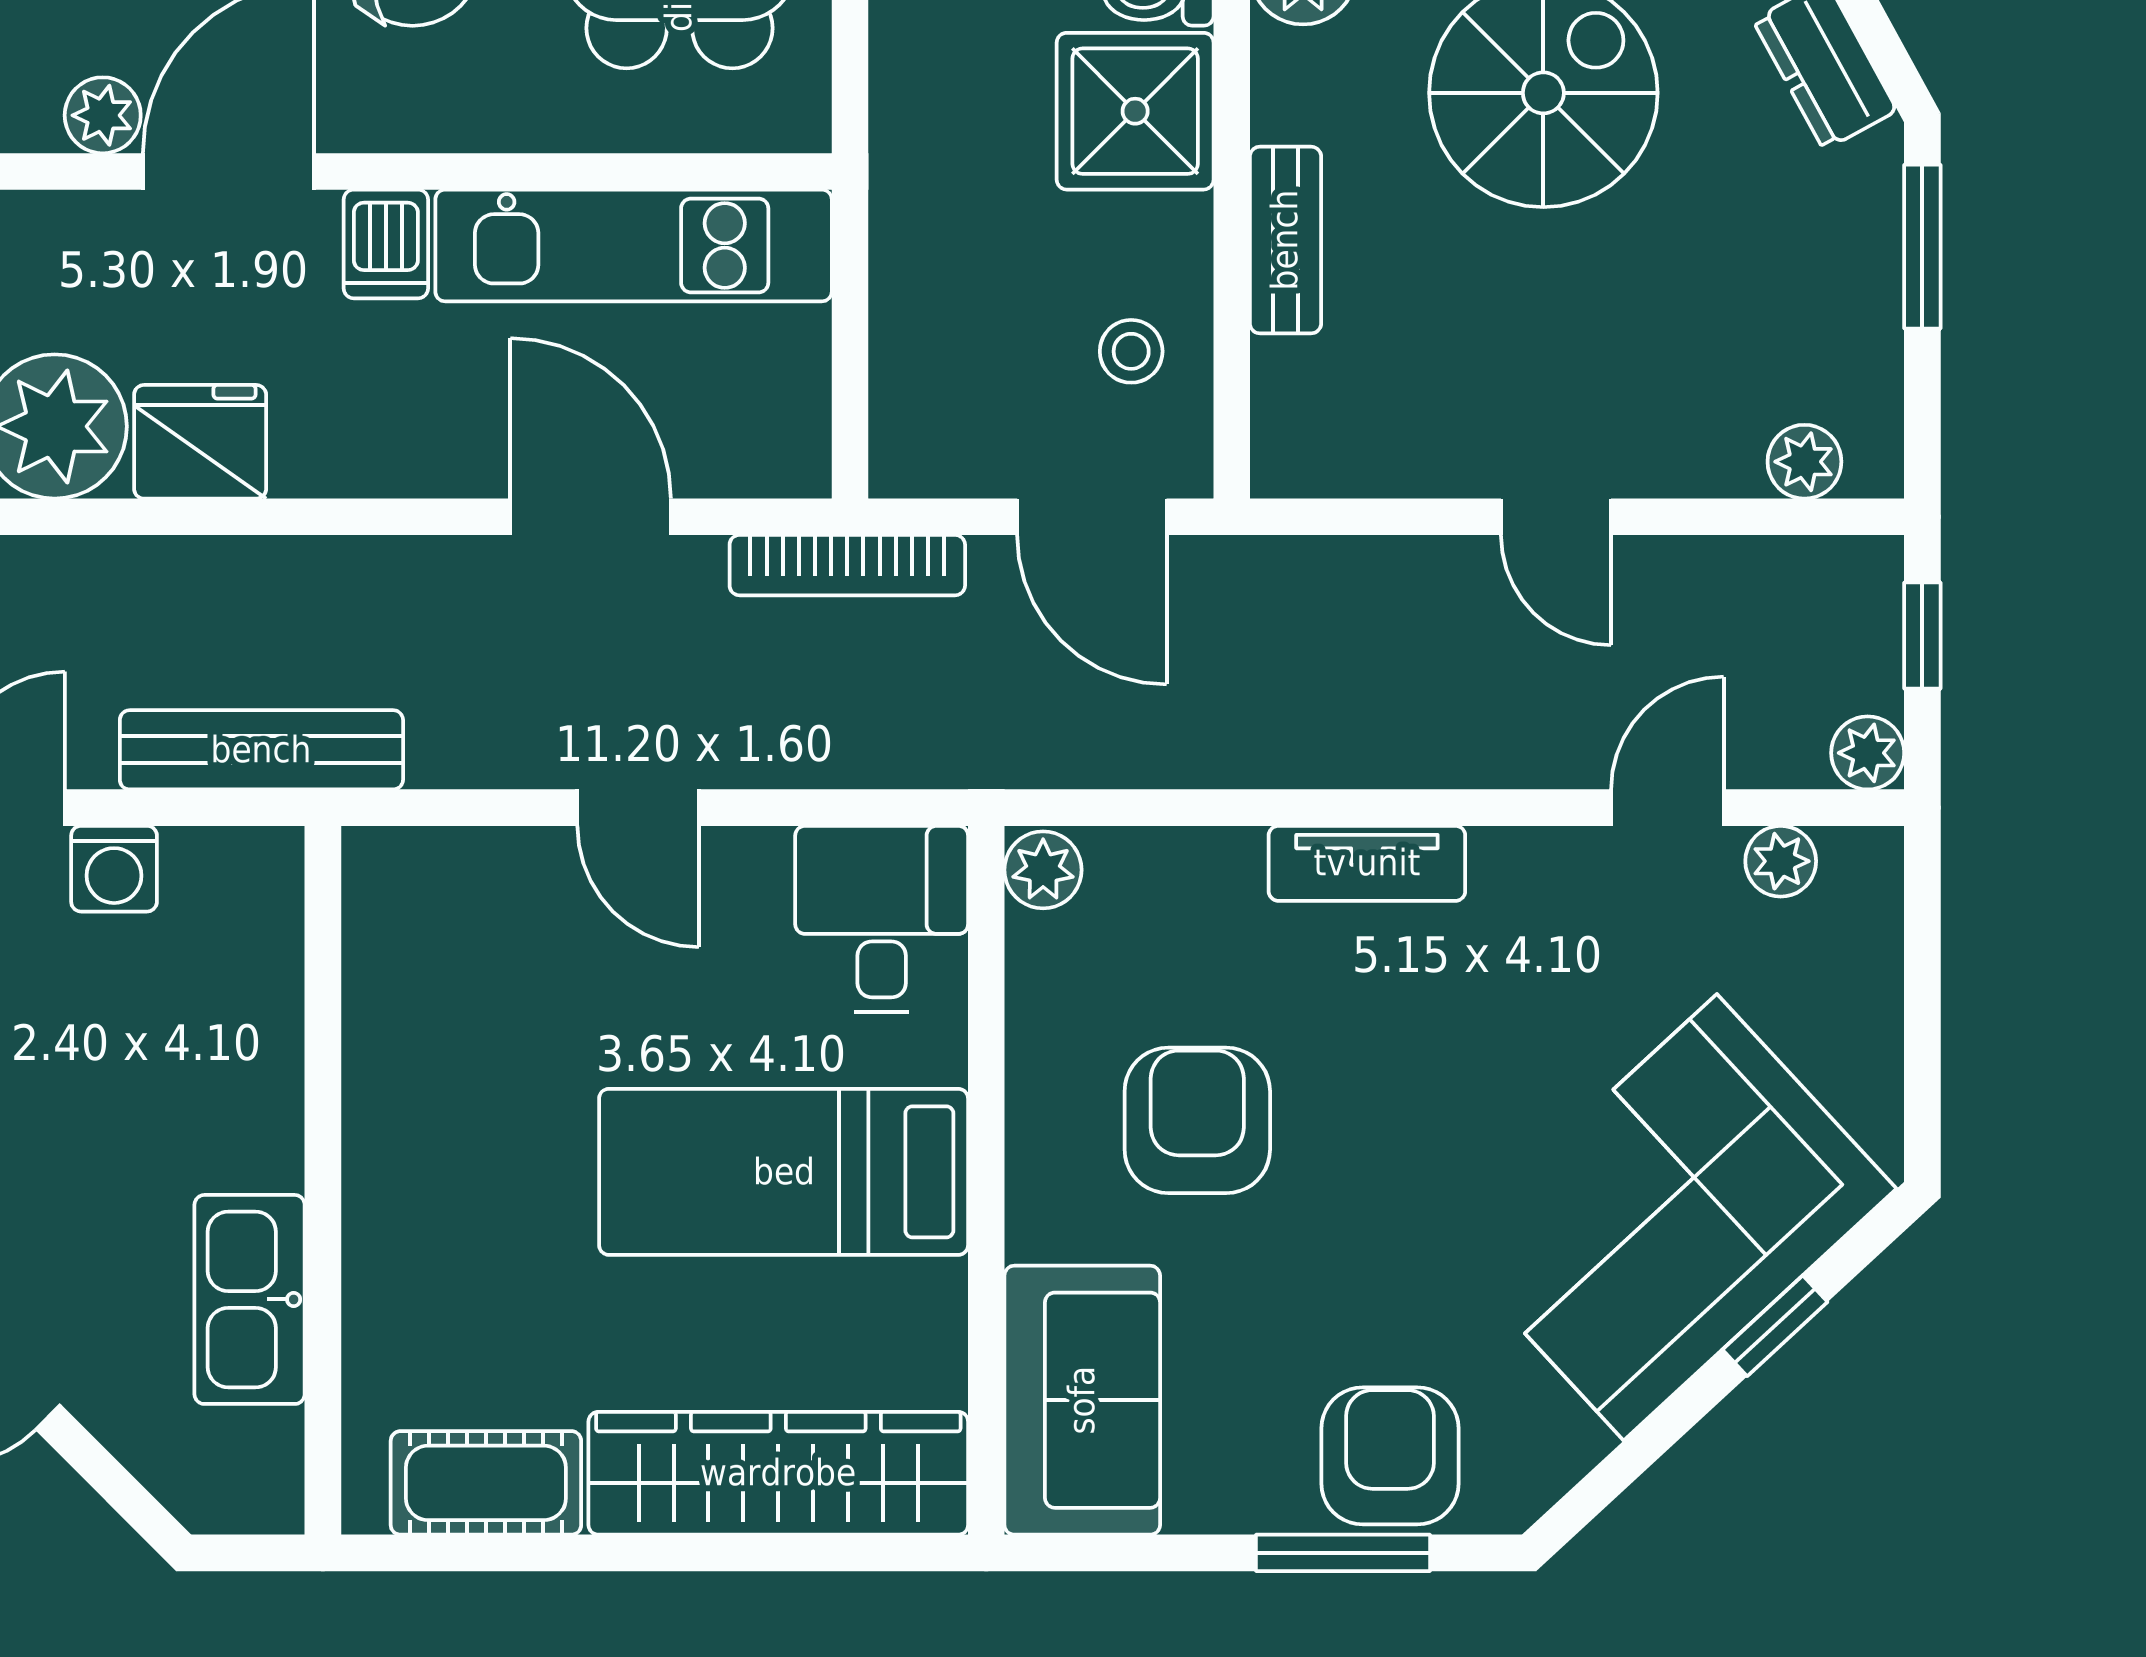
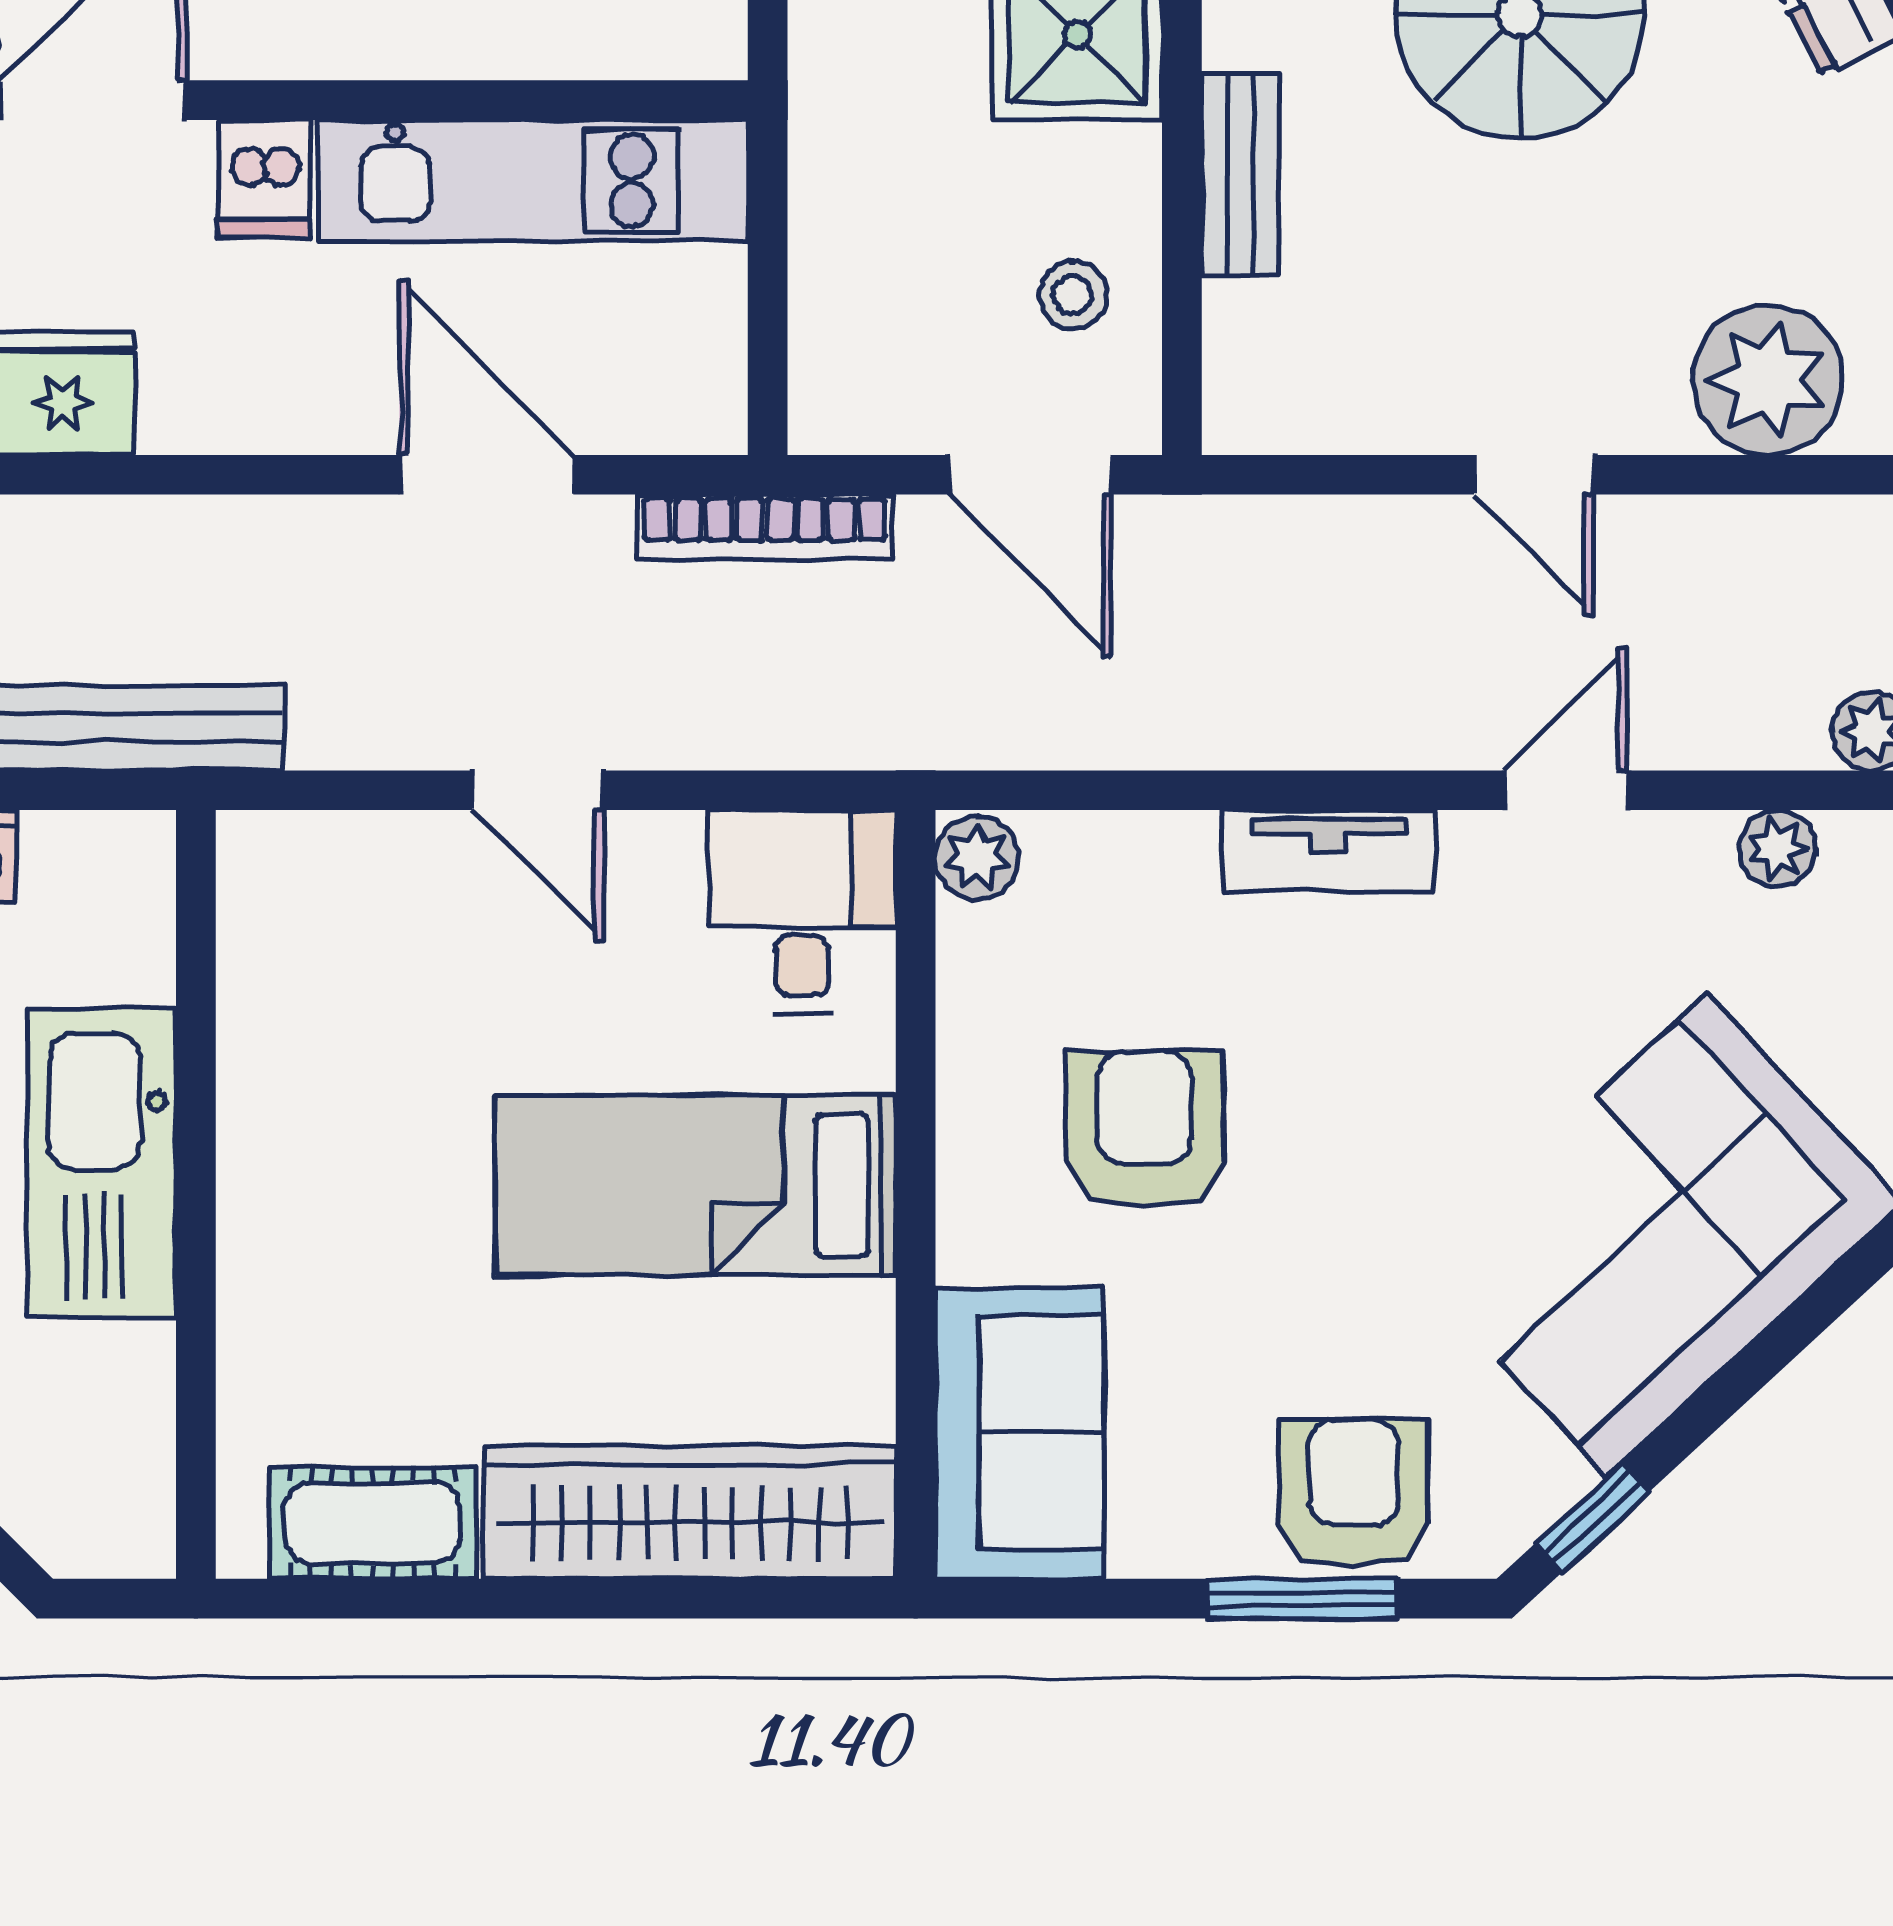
plant: (1804, 462) -> (1768, 380), width x1.88, depth x1.88
door: (1667, 808) -> (1566, 790), moved
kitchen sink: (250, 1299) -> (102, 1163), moved, width x1.36, depth x1.24
window: (1775, 1326) -> (1592, 1518), moved

